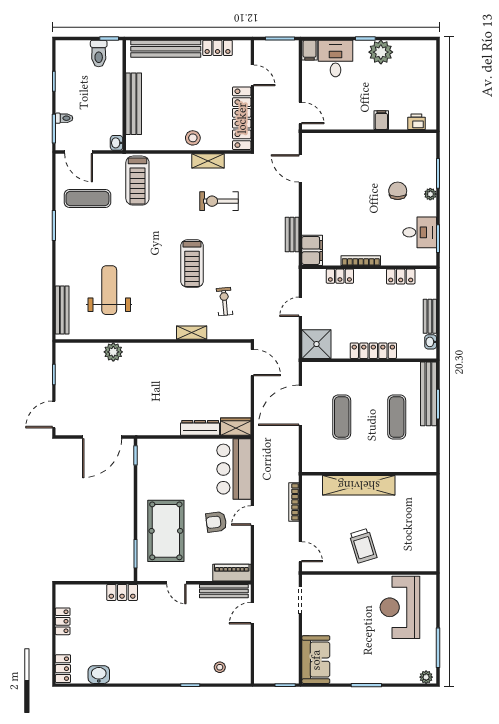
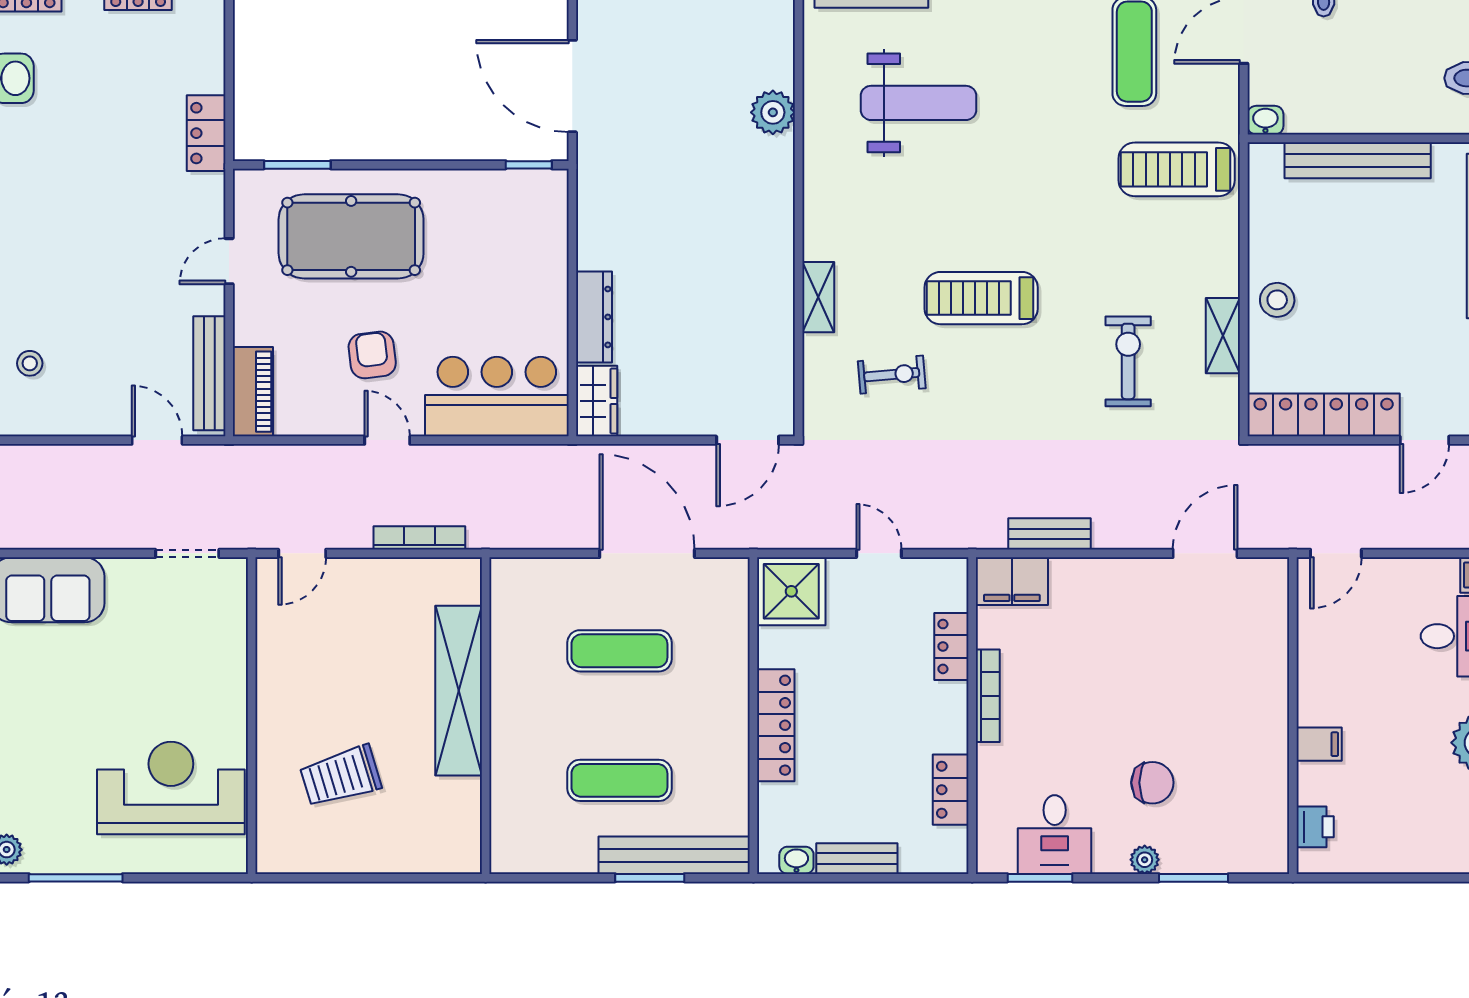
trolley: (363, 546) -> (341, 776), moved

